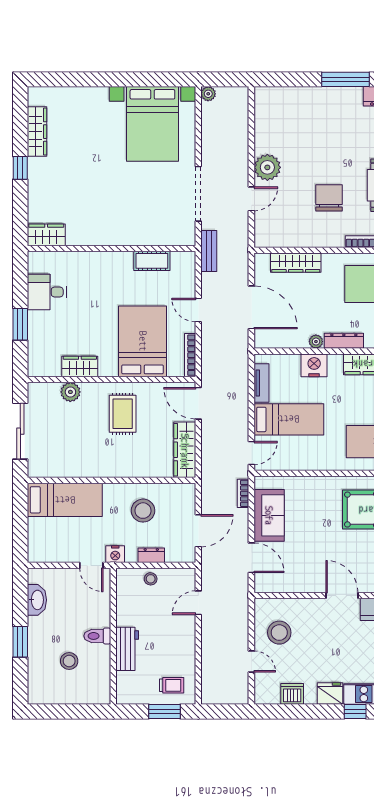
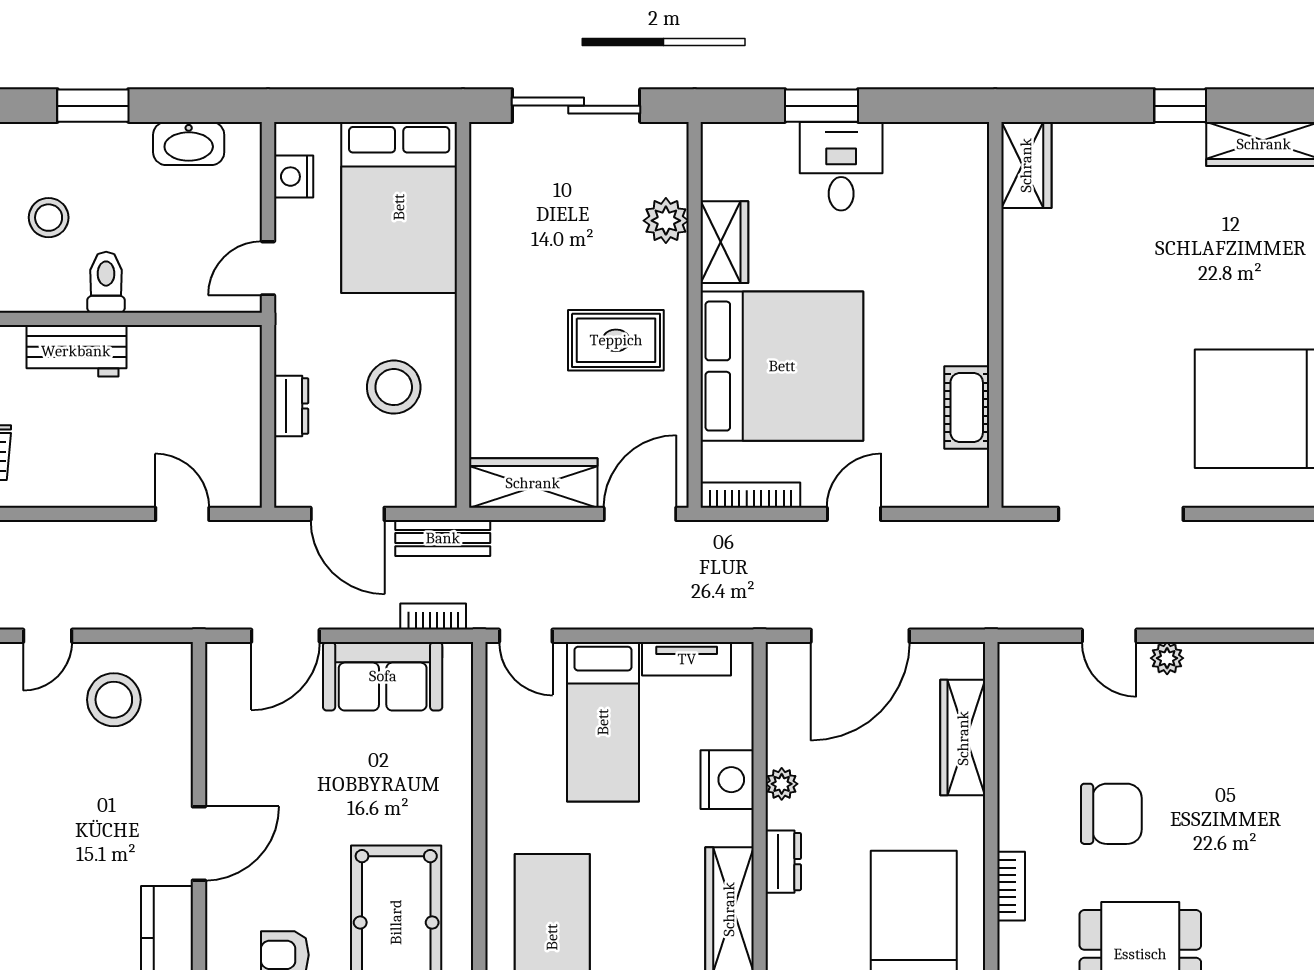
plant: (267, 167) -> (1167, 658), width x0.53, depth x0.53
bench: (209, 251) -> (443, 538), moved
desk: (47, 292) -> (841, 166), moved
bed: (143, 341) -> (782, 366), width x1.36
dresser: (344, 341) -> (783, 862), width x0.70
bed: (65, 500) -> (399, 207), width x1.50
nightstand: (115, 554) -> (294, 177), moved
stool: (151, 579) -> (237, 404), removed

